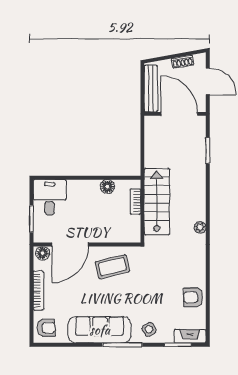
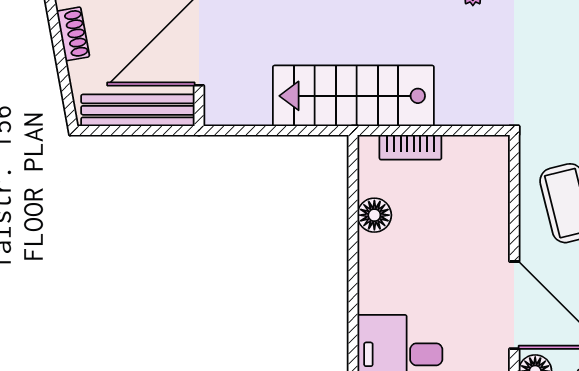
stairs: (157, 202) -> (353, 96), moved

